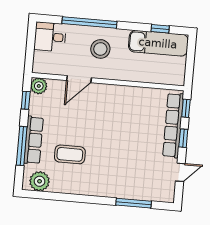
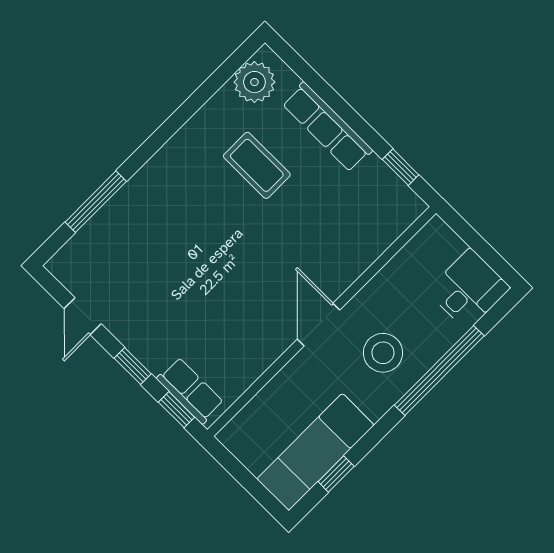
door: (79, 79) -> (319, 325), moved
plant: (39, 86) -> (406, 207), removed
row of seats: (173, 125) -> (190, 391), width x0.50
window: (22, 146) -> (334, 101), removed
coffee table: (70, 154) -> (257, 165), turned 90

